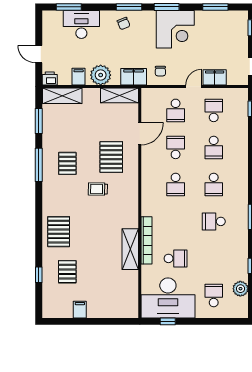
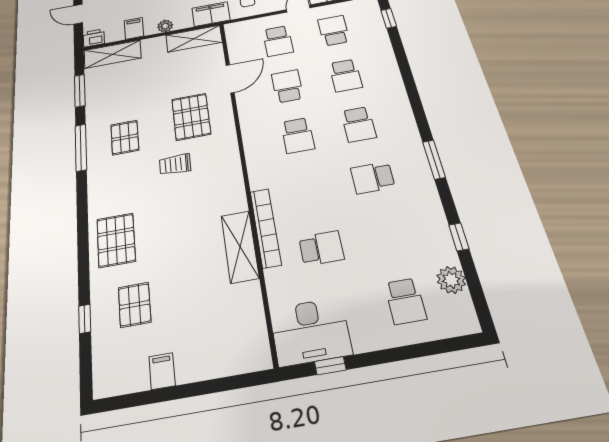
plant: (101, 75) -> (165, 26), width x0.53, depth x0.53
school desk: (214, 295) -> (405, 301), turned 180
desk: (168, 298) -> (310, 331), width x0.73, depth x0.77

